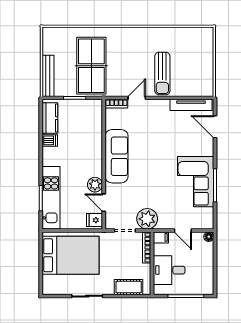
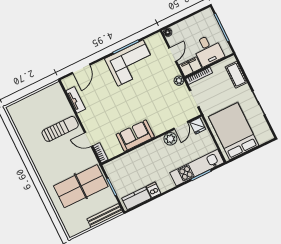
tv unit: (191, 105) -> (76, 100), width x0.71
sofa: (116, 156) -> (135, 136), width x0.73
plant: (147, 219) -> (179, 81), width x0.53, depth x0.53
filing cabinet: (161, 237) -> (190, 67), width x2.00

